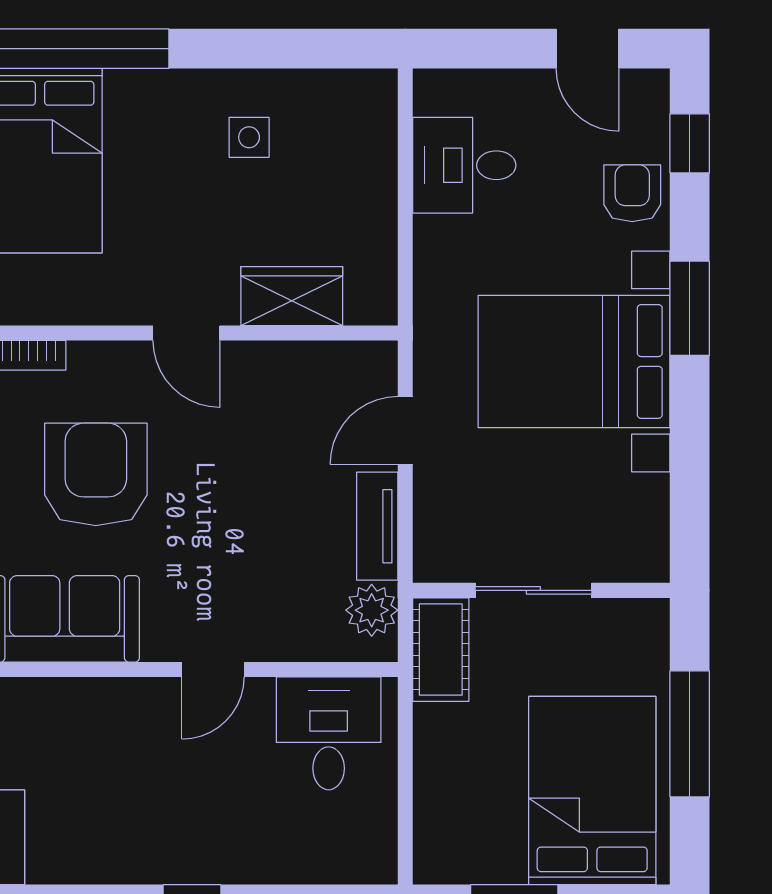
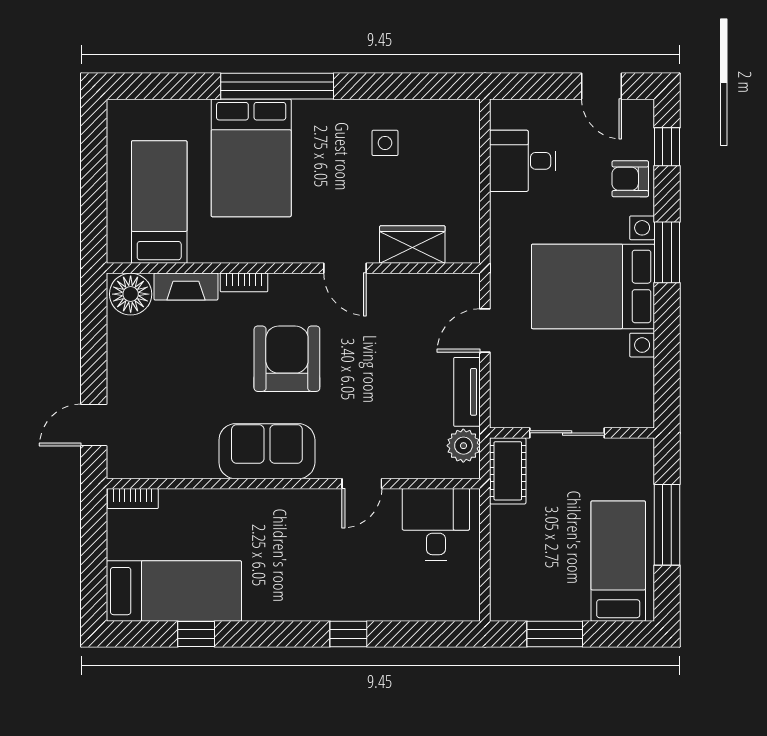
armchair: (632, 193) -> (630, 179), turned -90
bed: (592, 791) -> (618, 561), width x0.67

